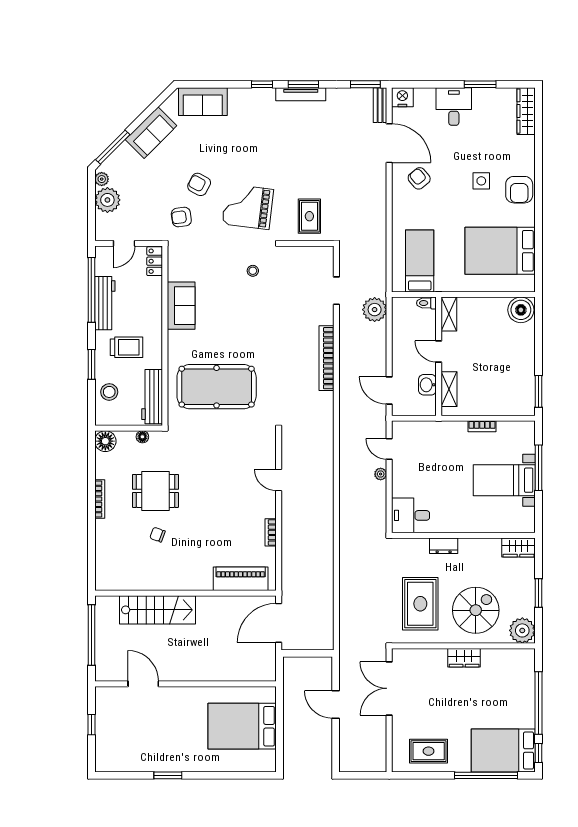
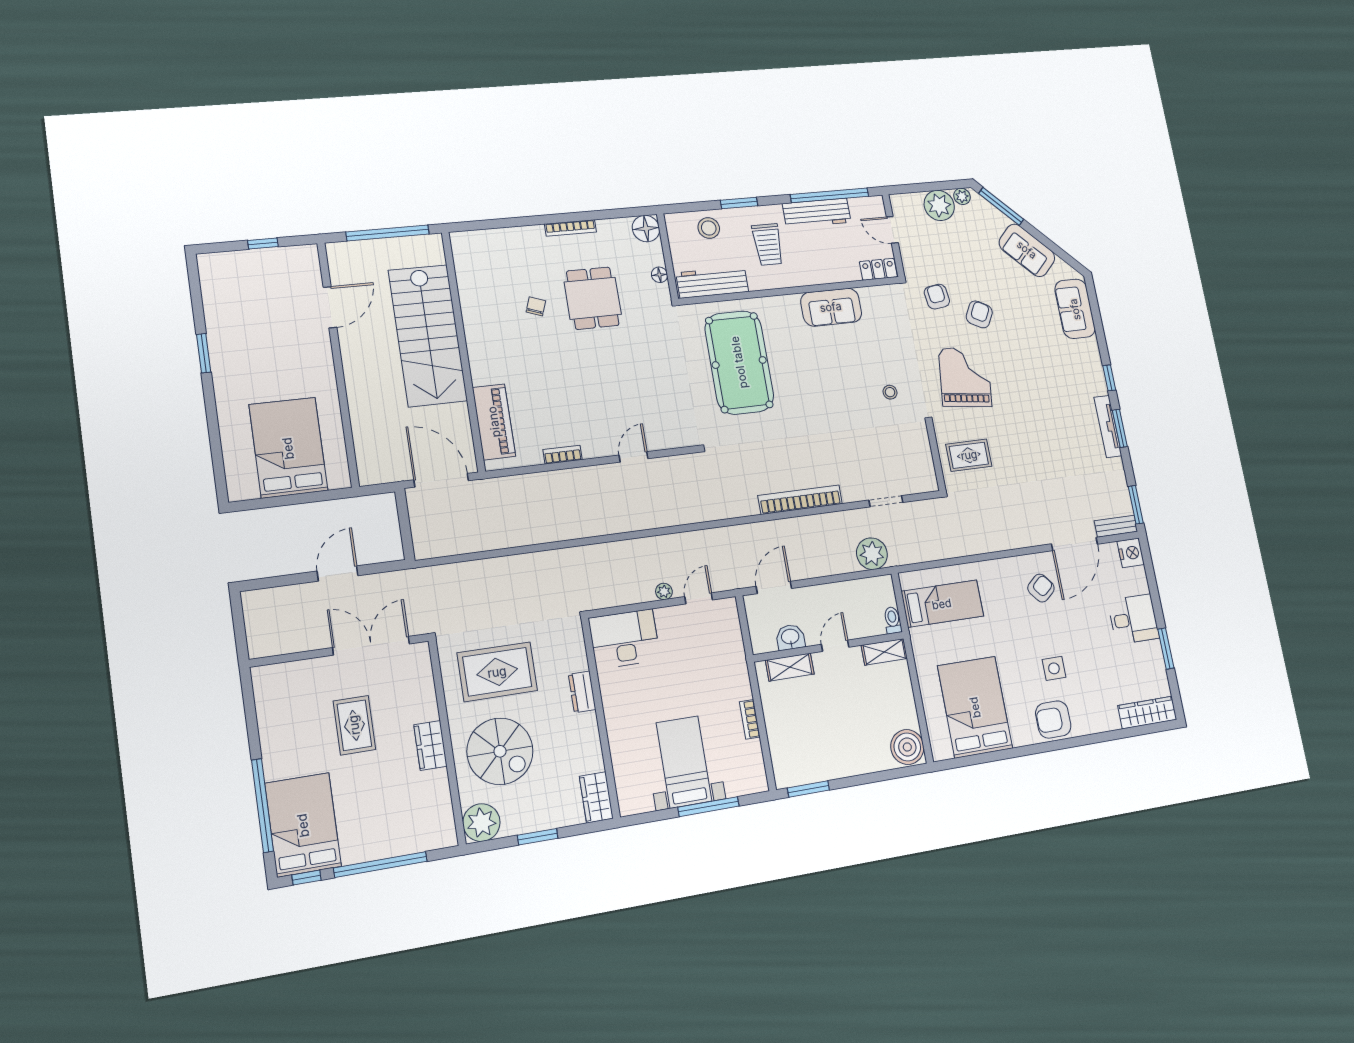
desk: (411, 515) -> (624, 639), width x1.37
stairs: (157, 610) -> (428, 335), width x1.36, depth x1.51
rug: (429, 751) -> (354, 725), moved

